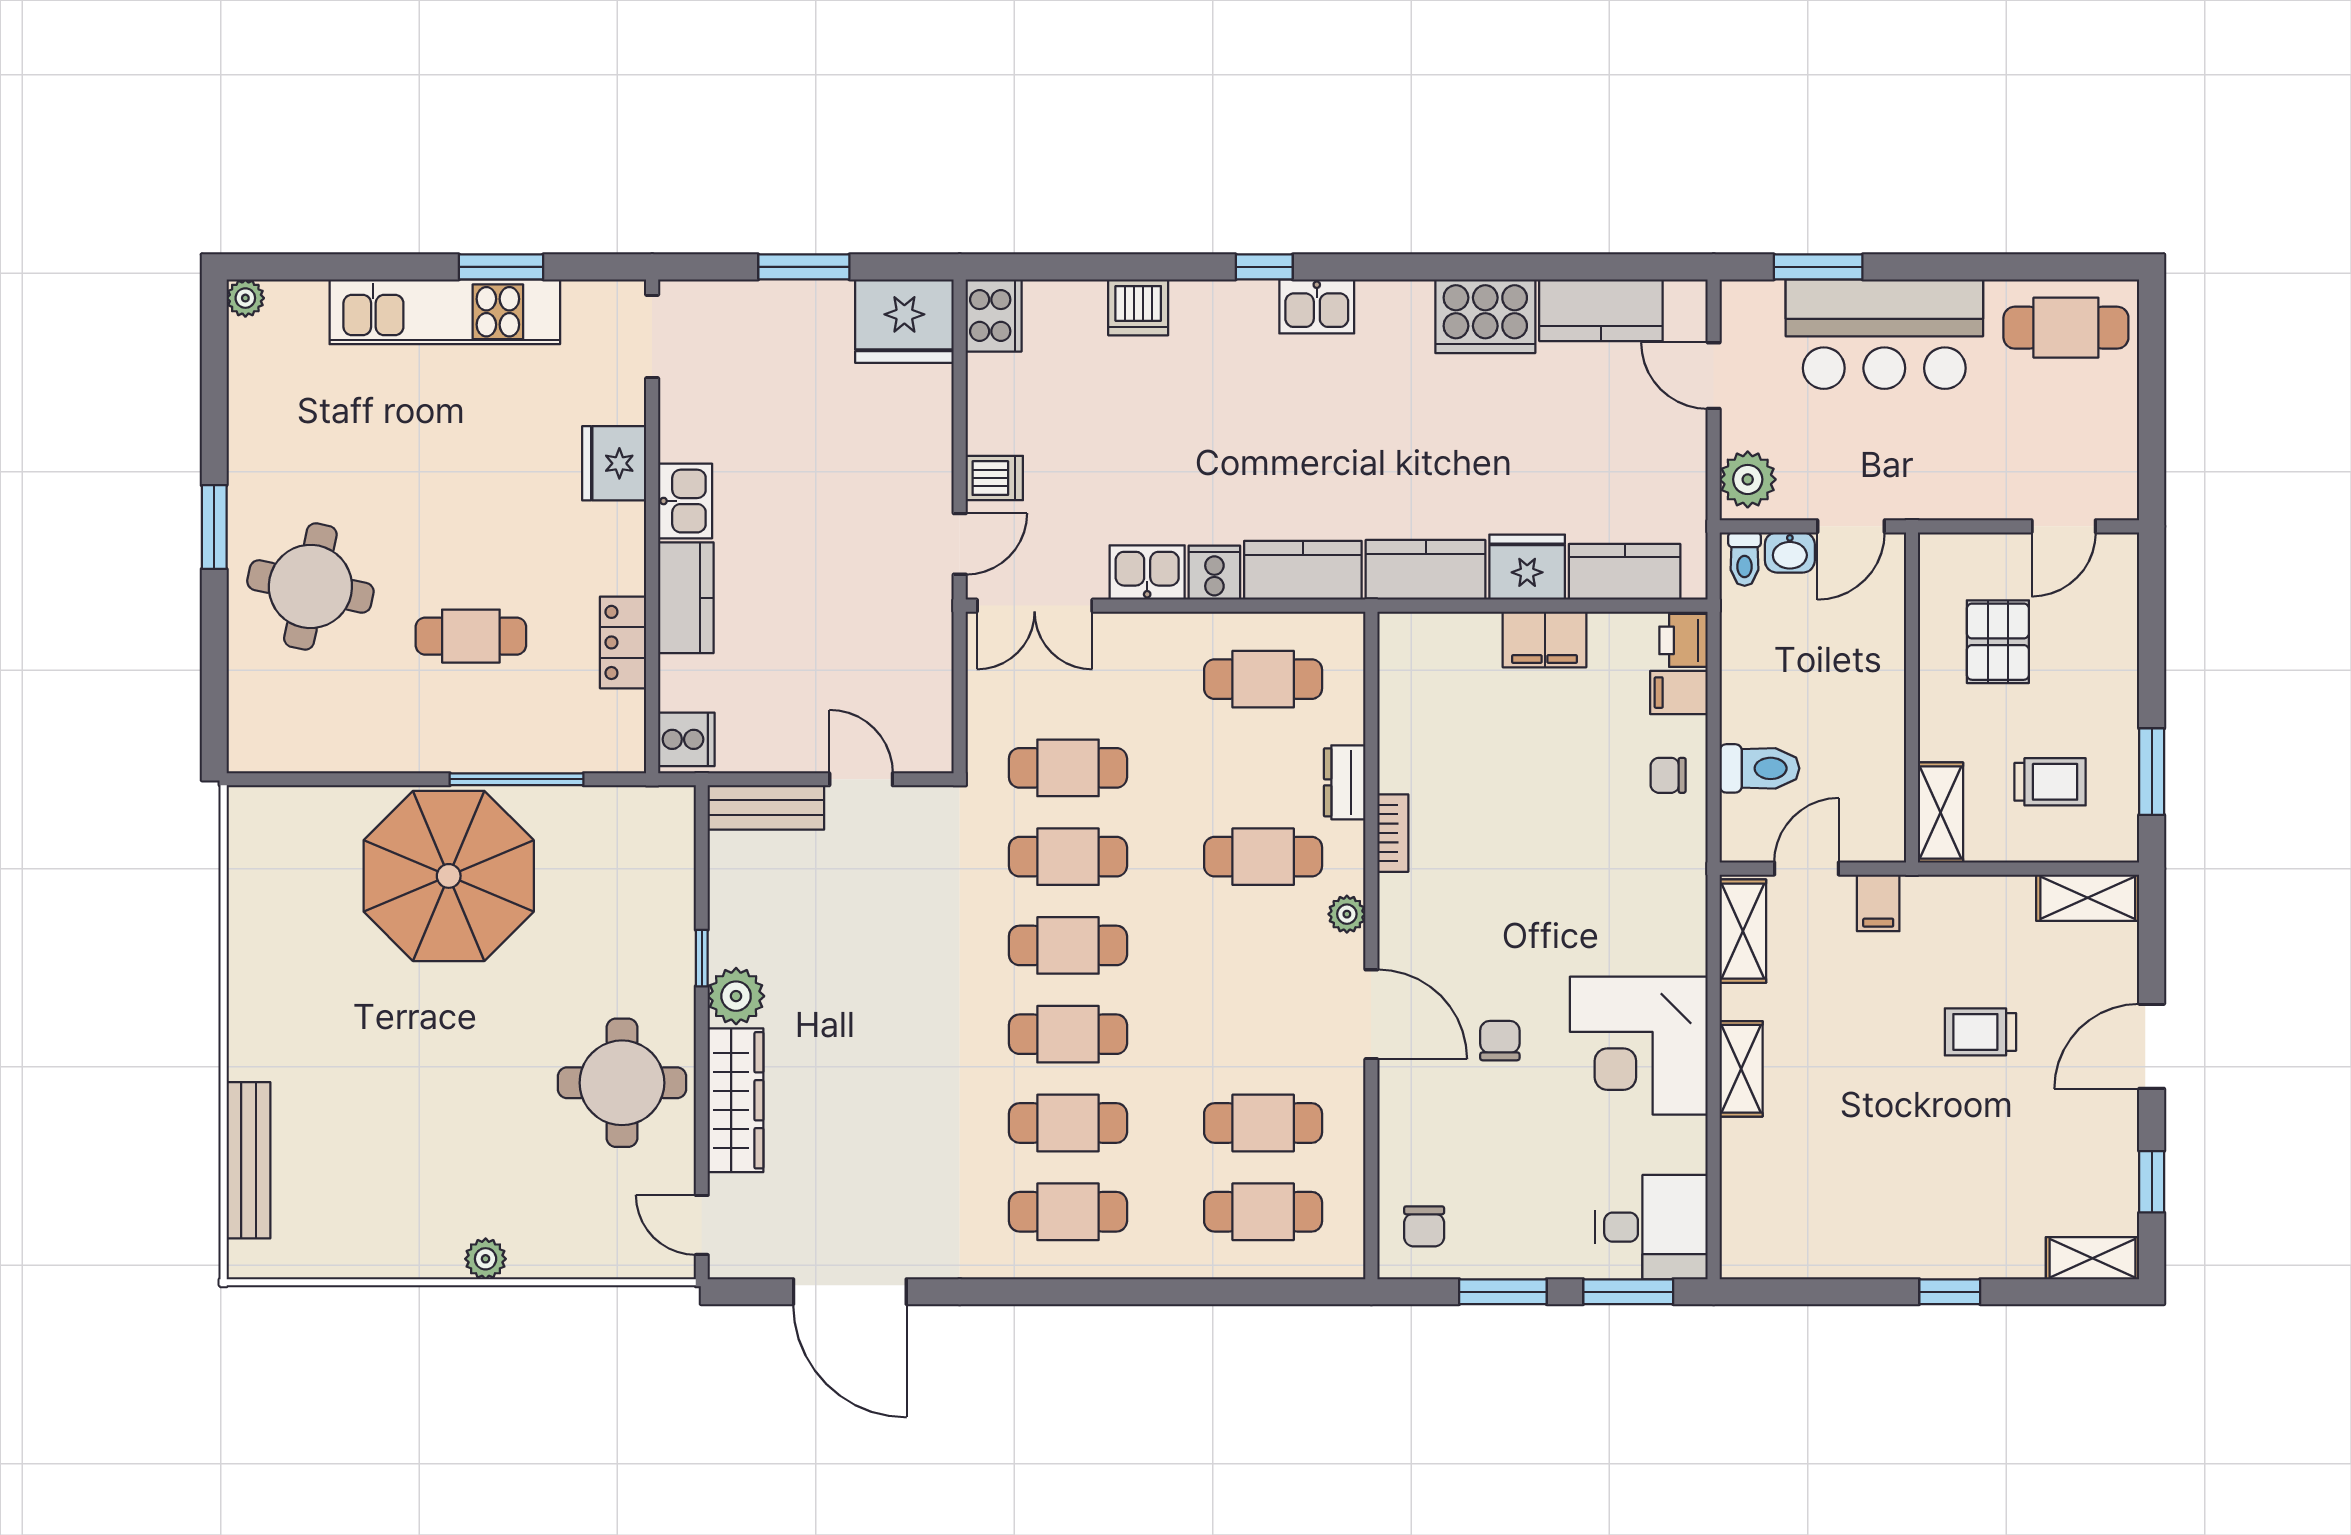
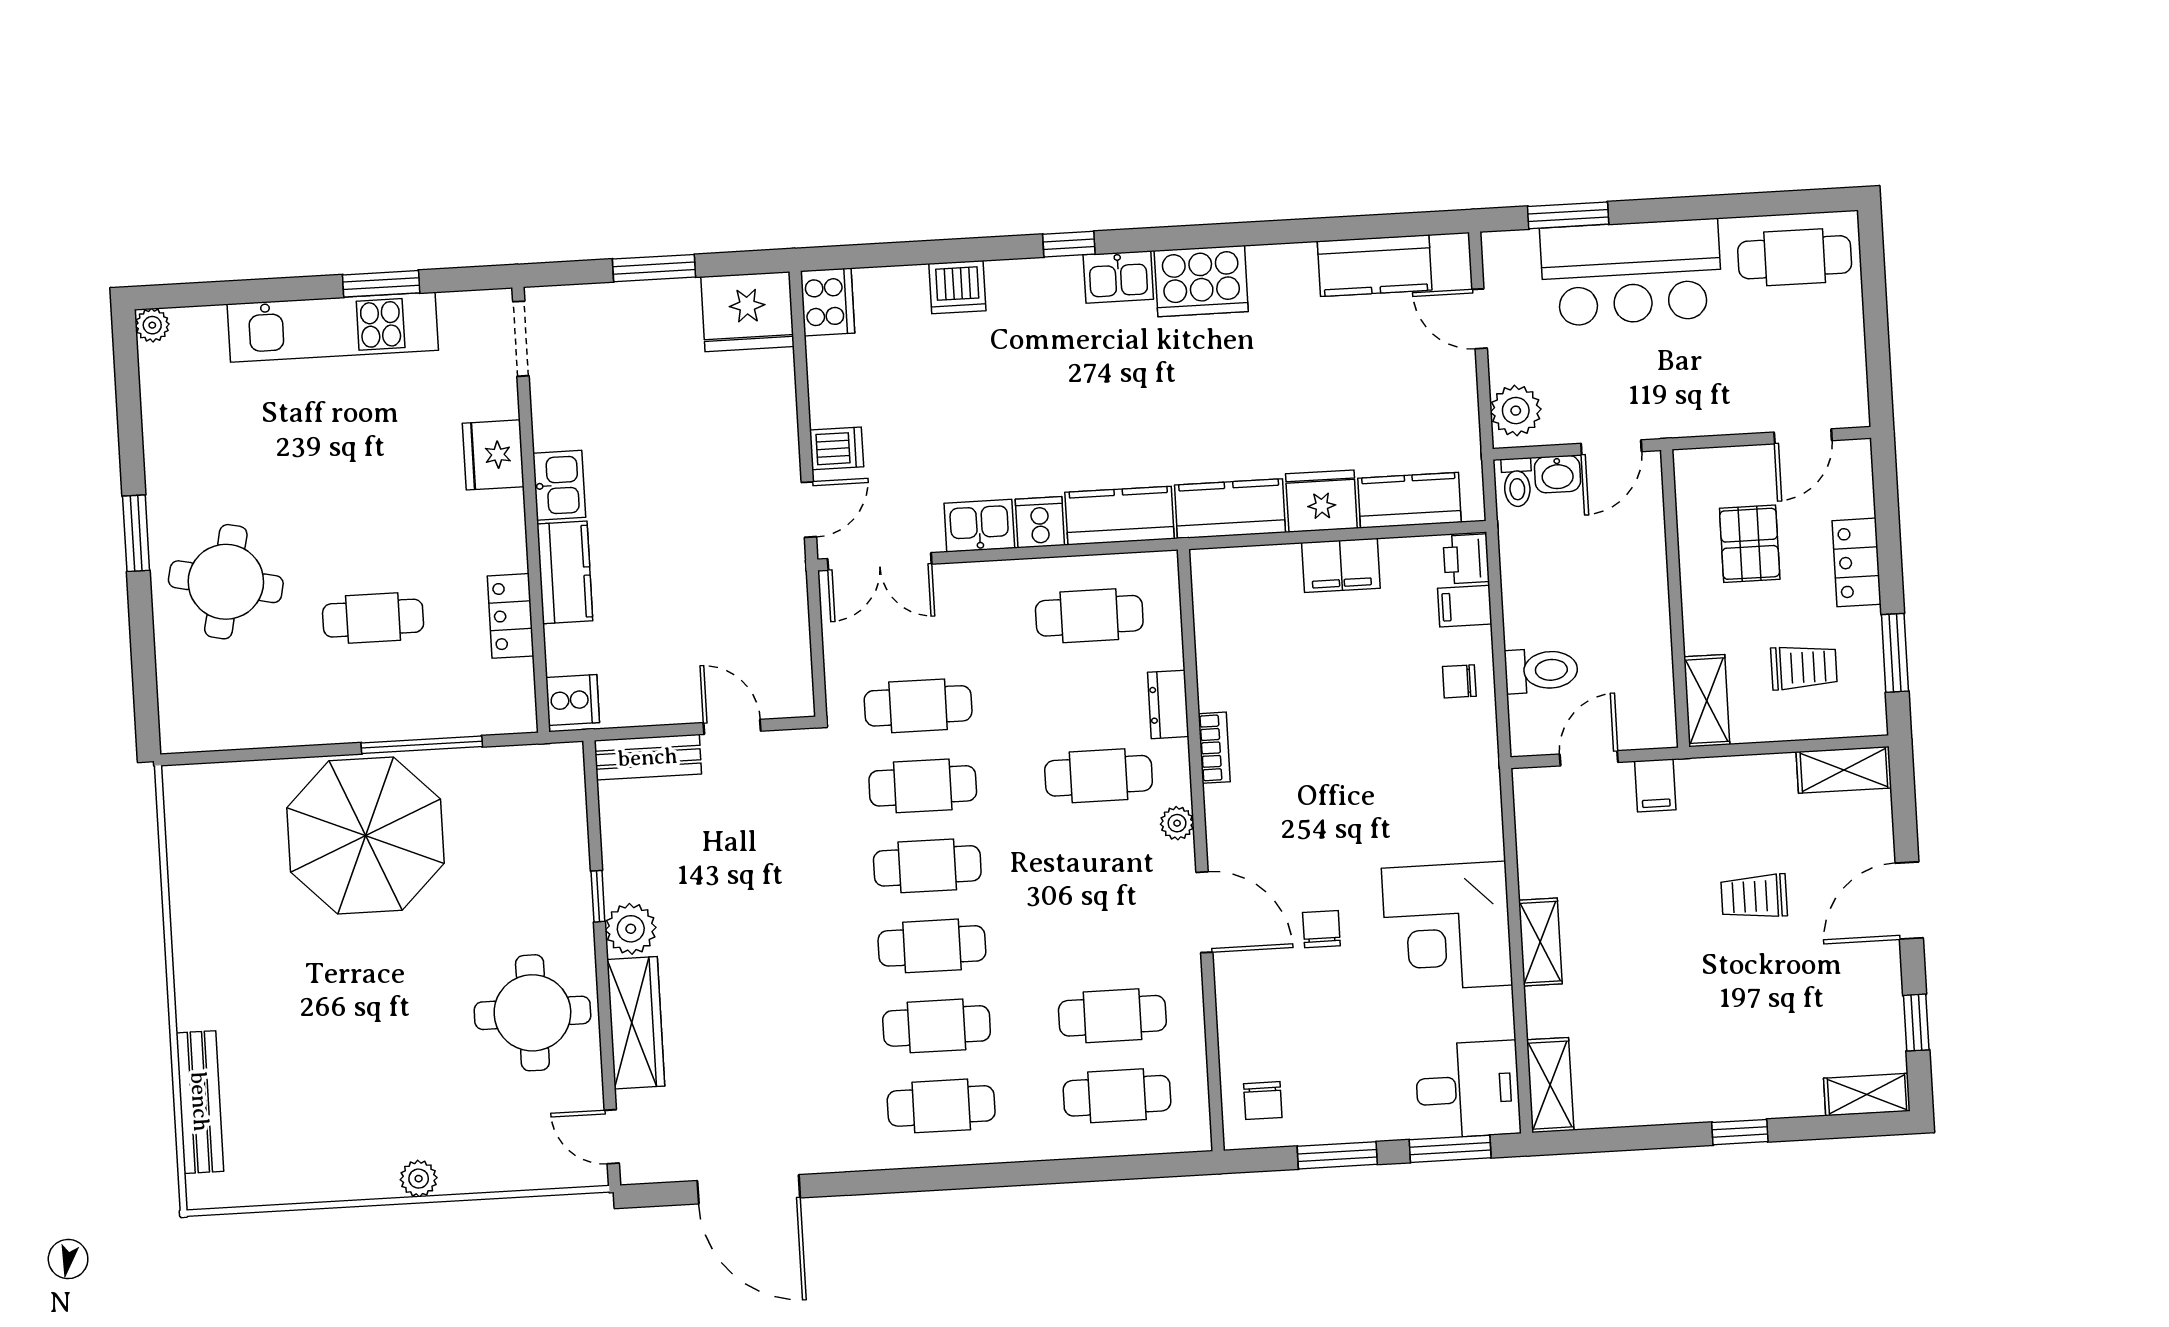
cooker: (1485, 316) -> (1201, 281), moved
locker: (2115, 669) -> (1857, 562), added
shelving: (1743, 931) -> (1550, 1085), moved

